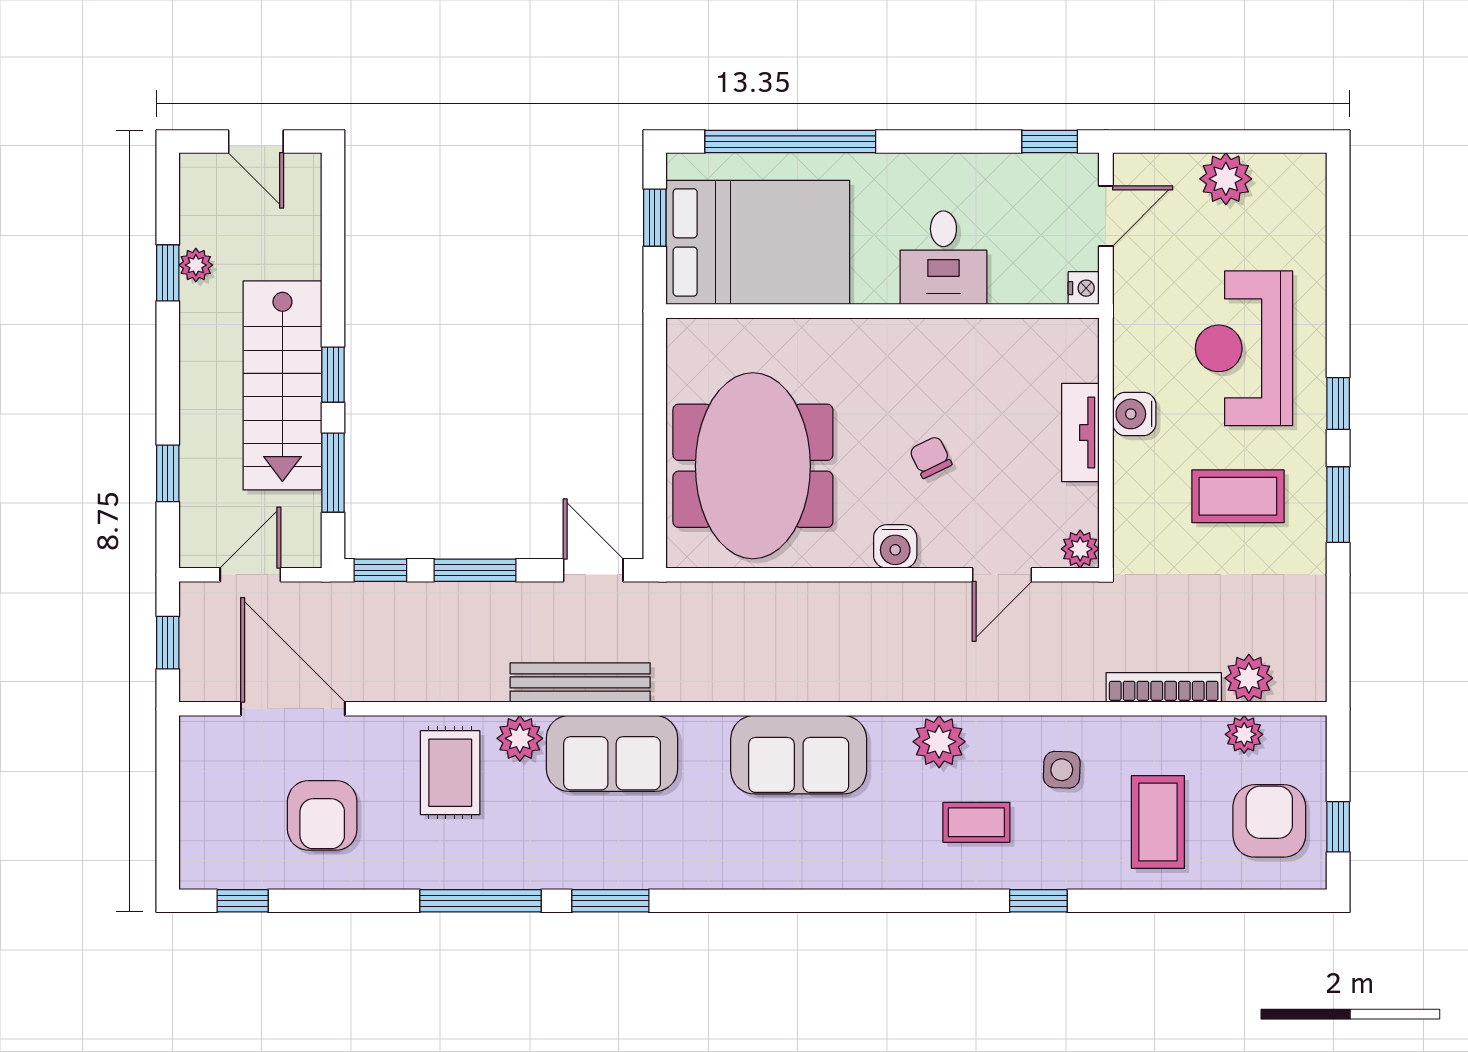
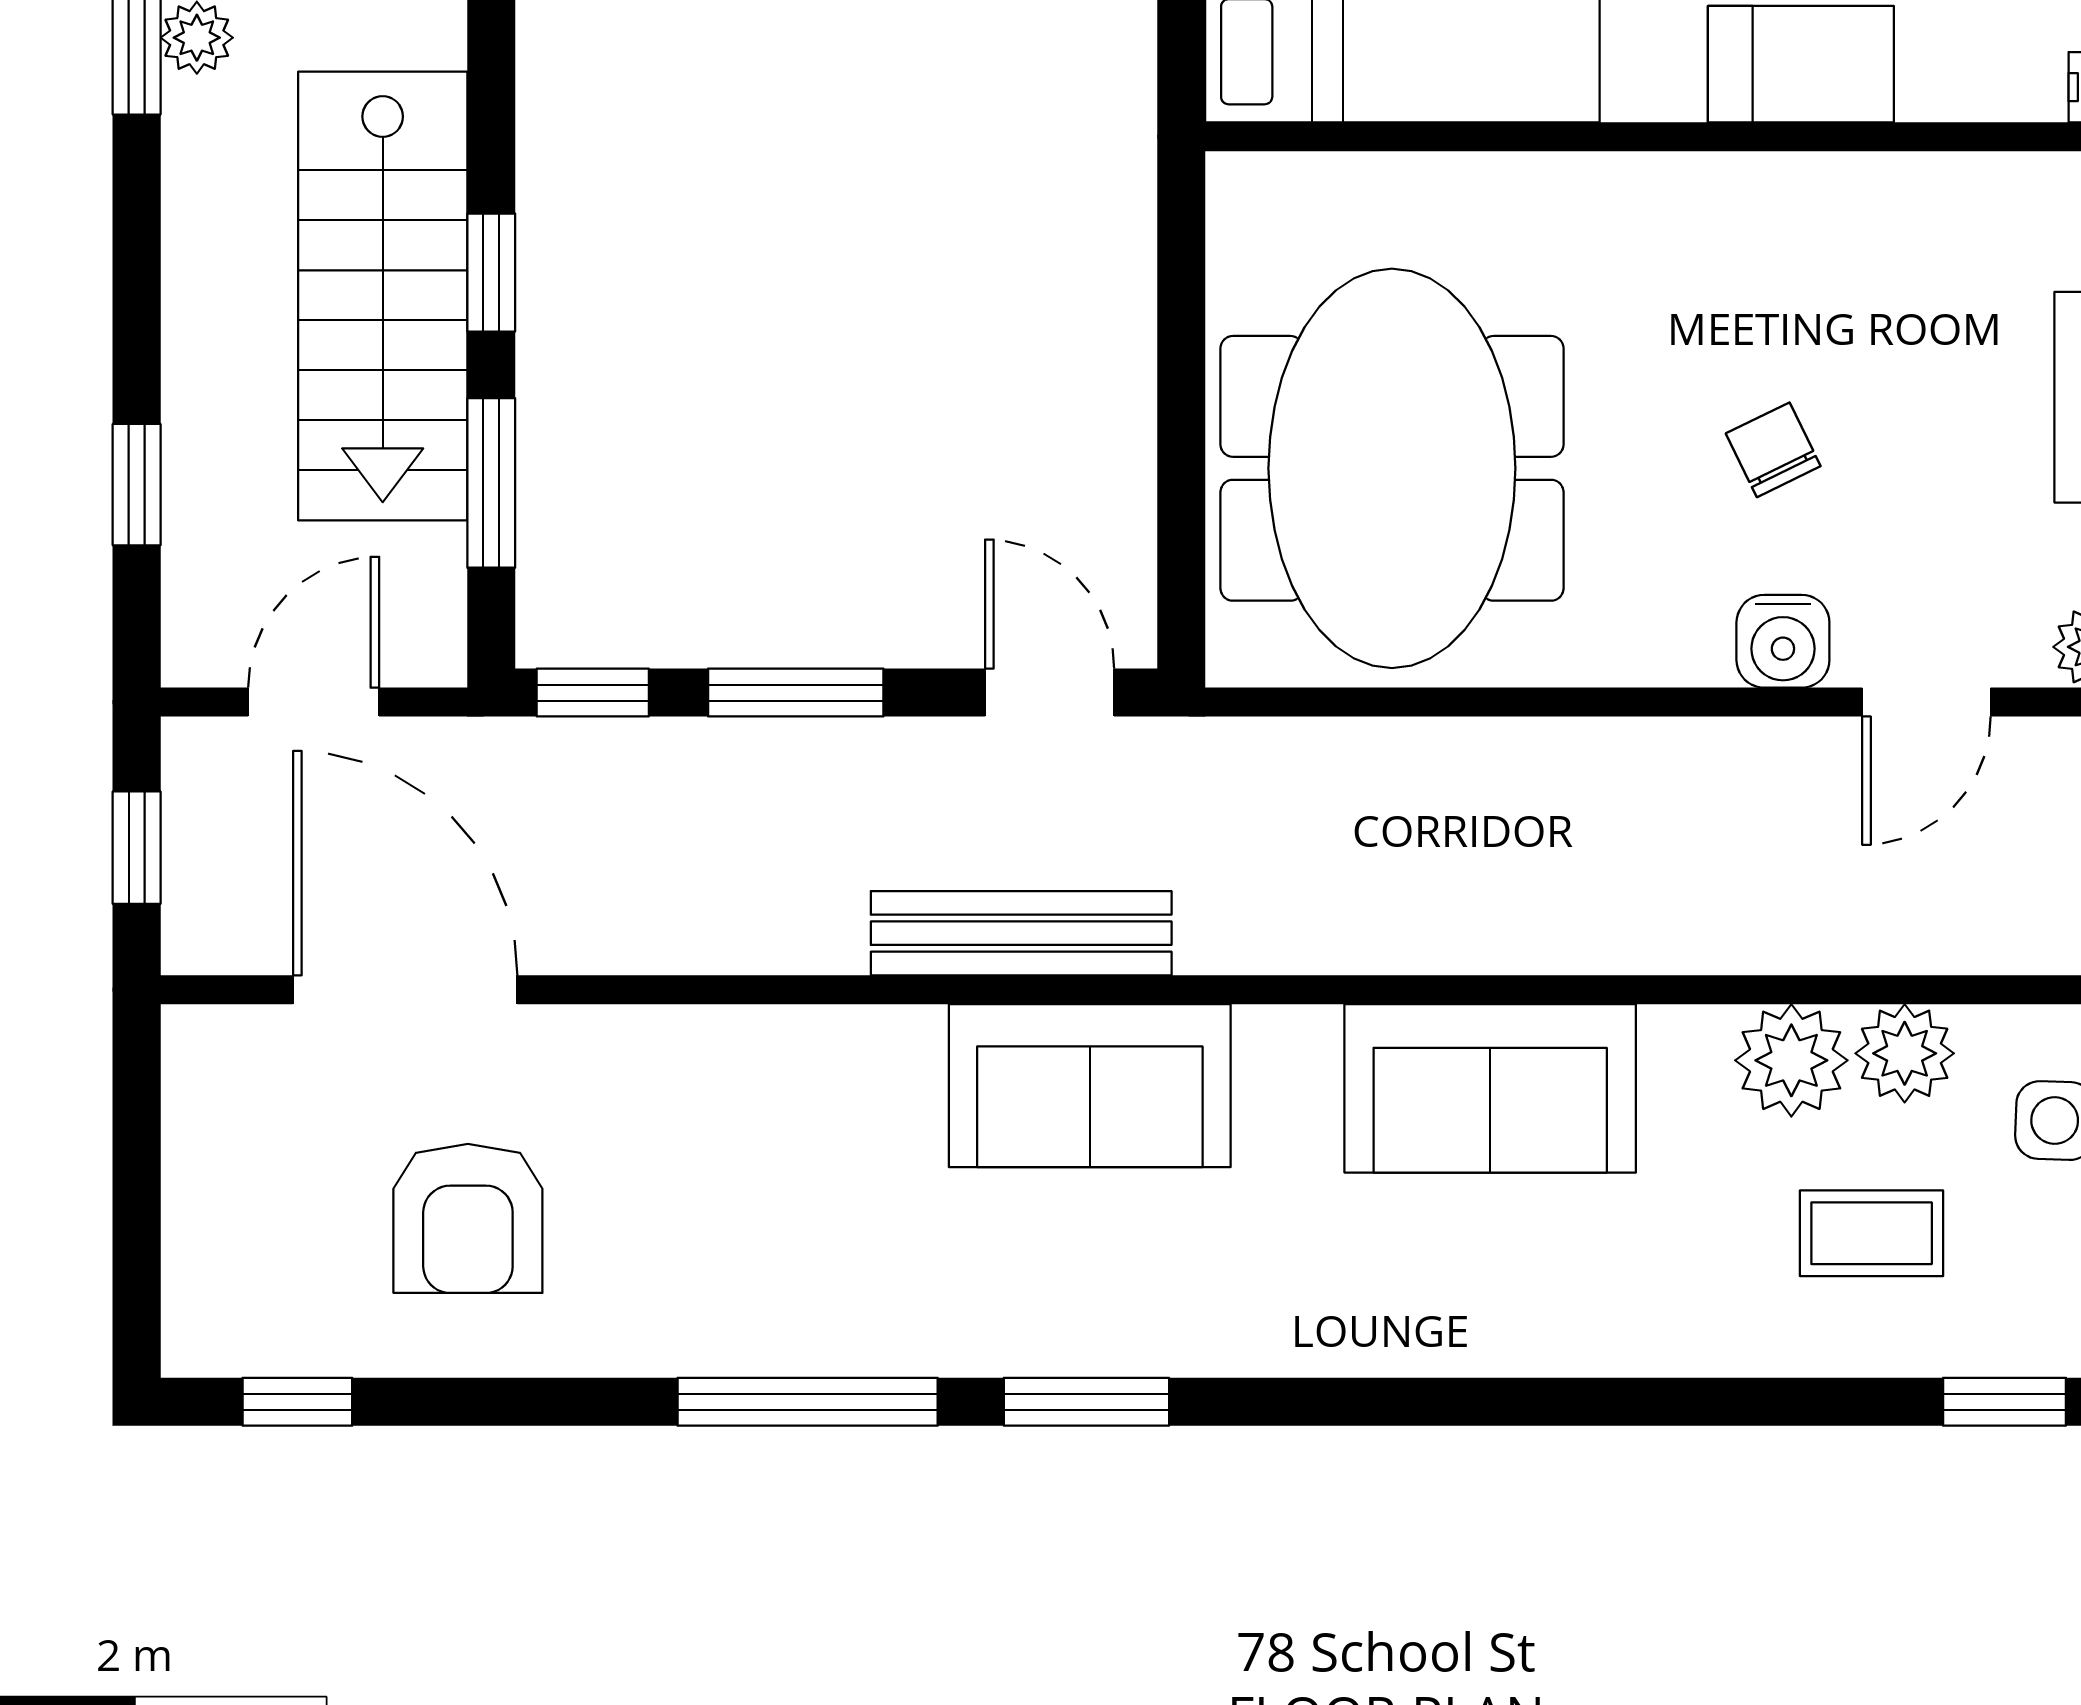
water cooler: (895, 546) -> (1783, 641), moved
plant: (520, 738) -> (1905, 1053), moved
rug: (450, 773) -> (742, 1127), removed

